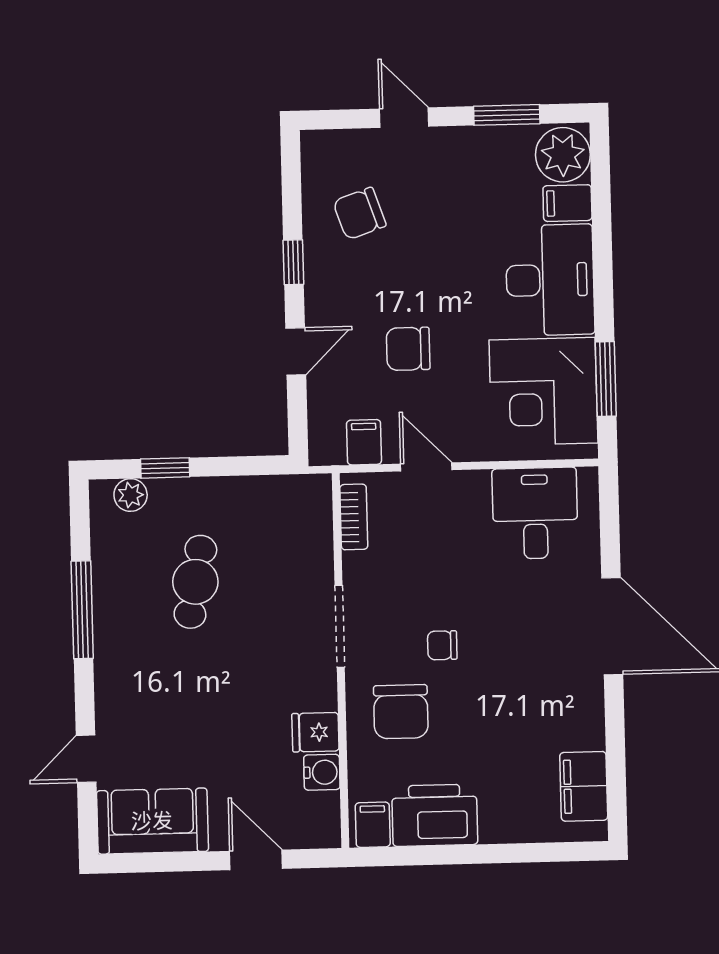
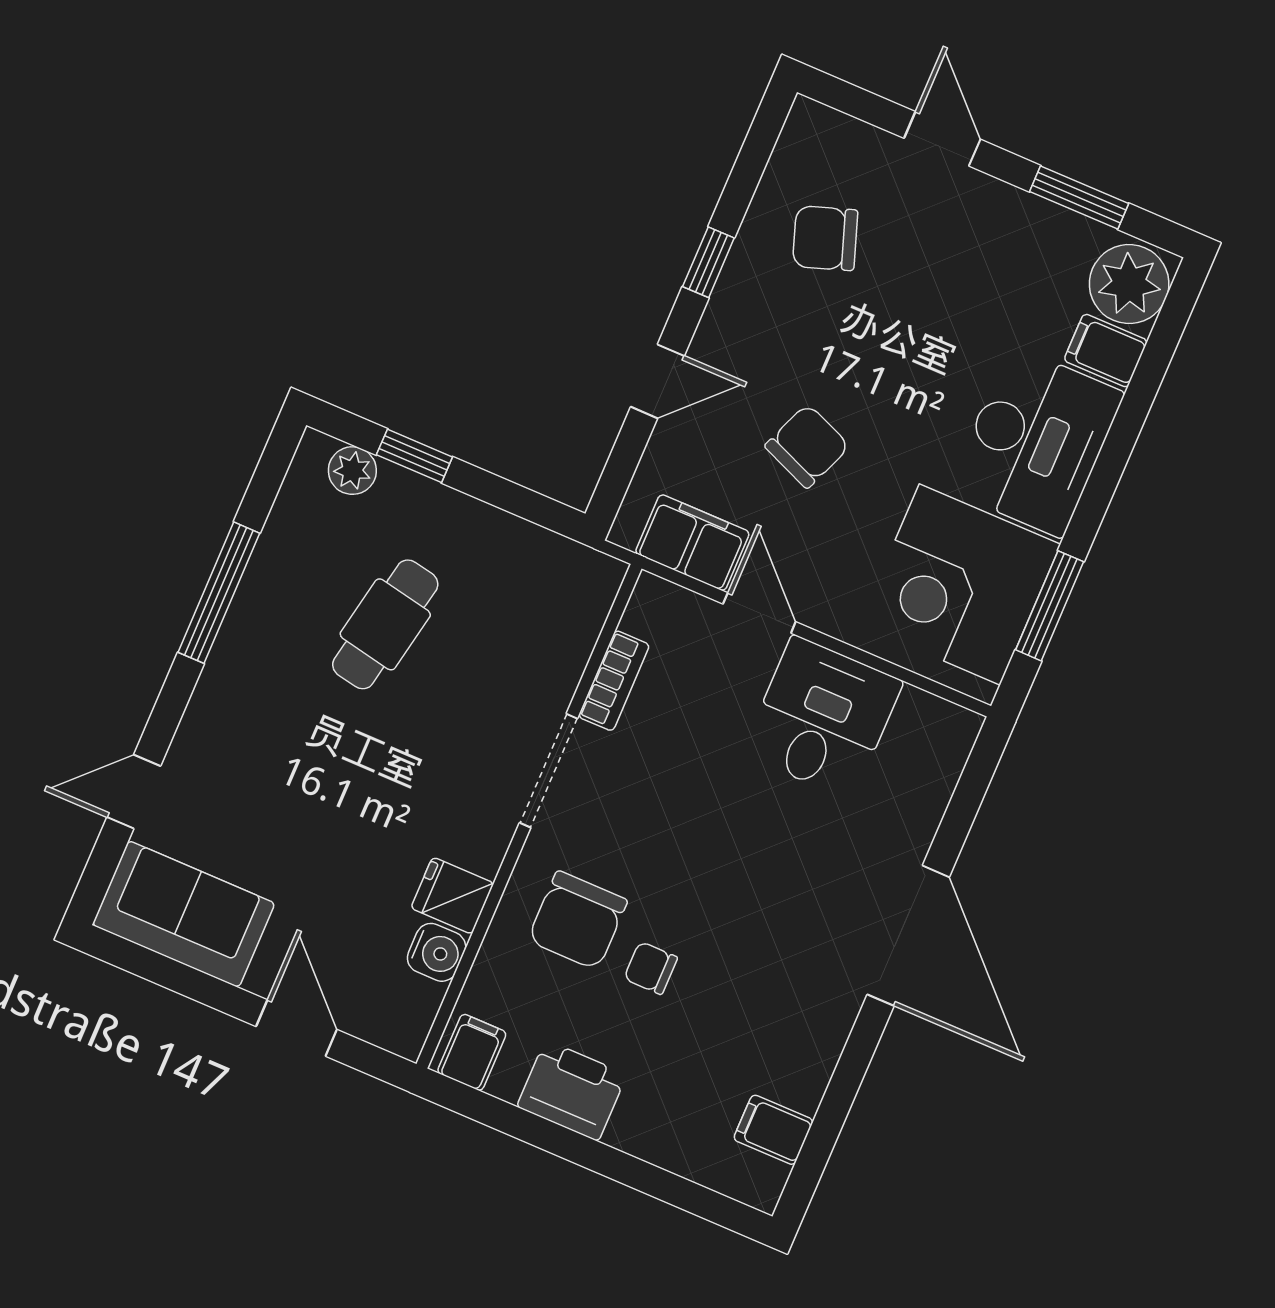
chair: (408, 349) -> (807, 446), turned 112
filing cabinet: (364, 442) -> (692, 543), width x2.00
desk: (535, 513) -> (822, 718), moved
bookcase: (354, 517) -> (614, 681), moved
chair: (442, 645) -> (651, 968), moved
filing cabinet: (584, 786) -> (773, 1130), width x0.50
printer: (435, 815) -> (572, 1091), width x0.73, depth x0.84

